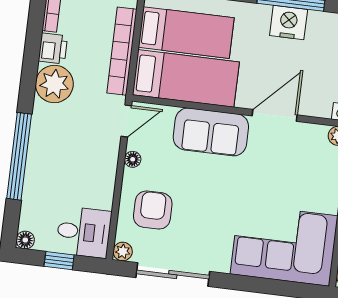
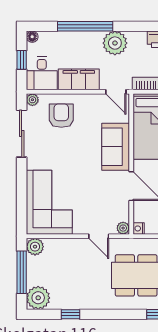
plant: (54, 84) -> (115, 43), moved
floor lamp: (133, 159) -> (92, 99), removed
filing cabinet: (100, 176) -> (79, 79), added
armchair: (153, 210) -> (61, 116), turned -90

